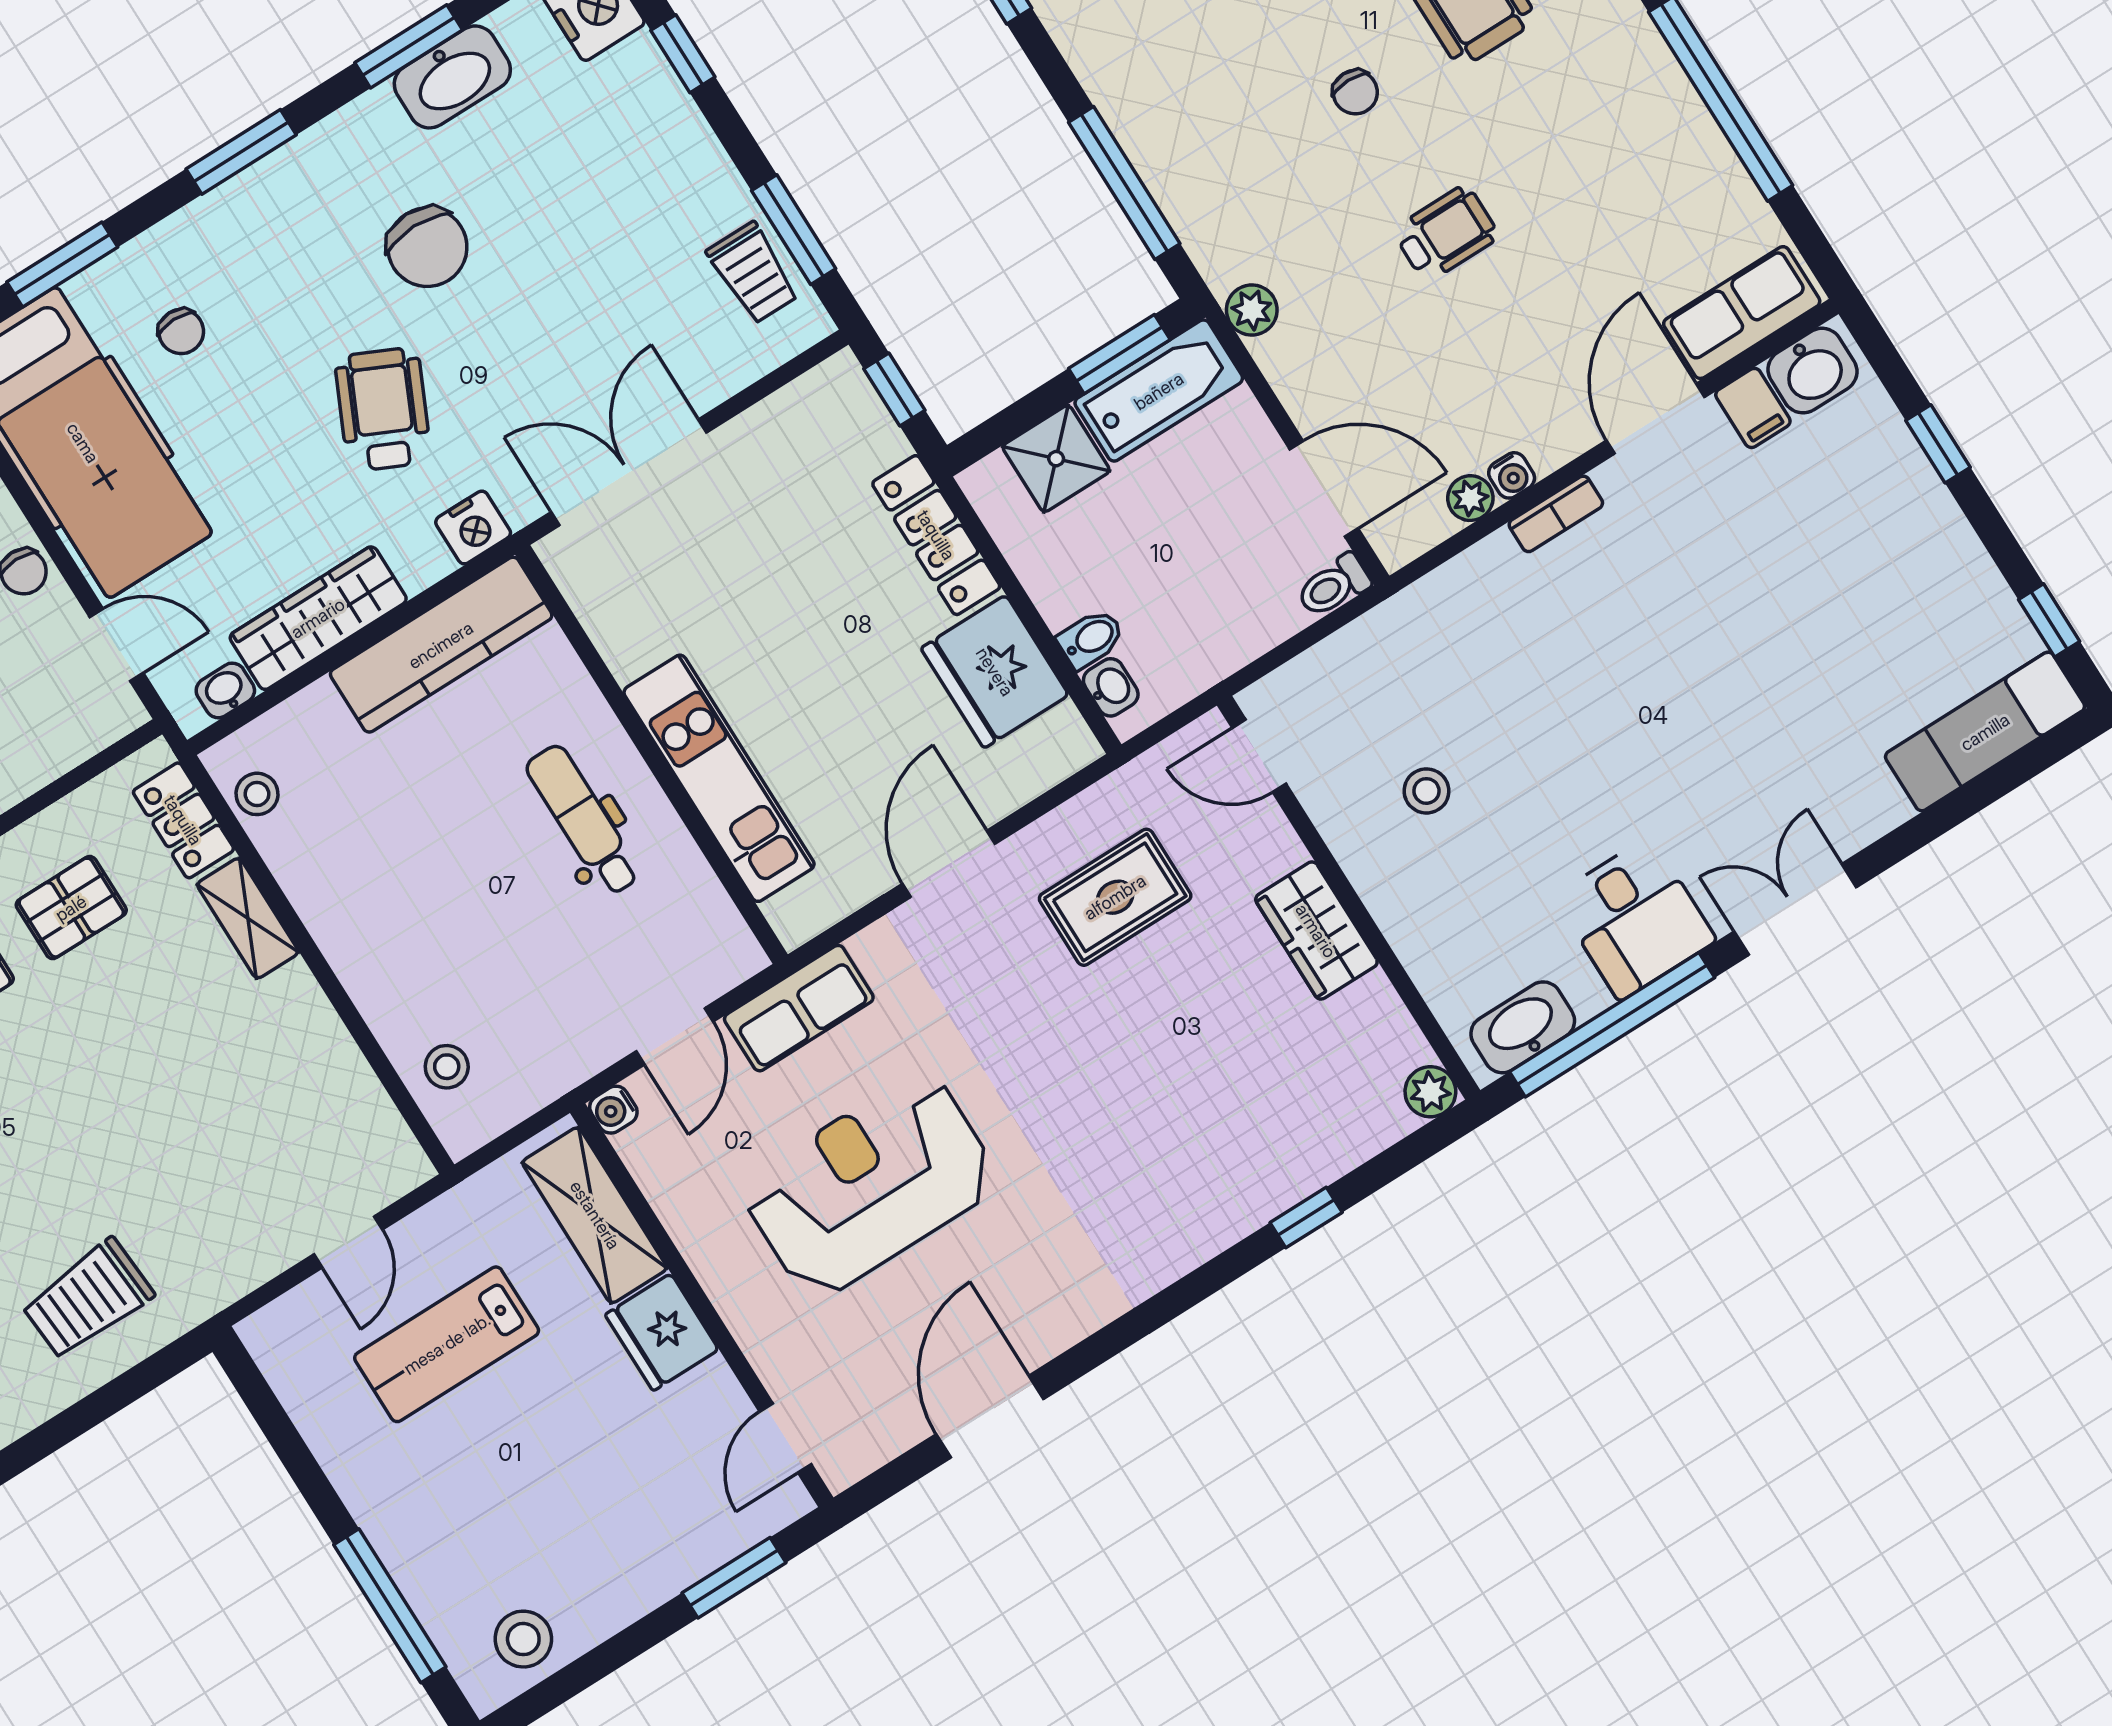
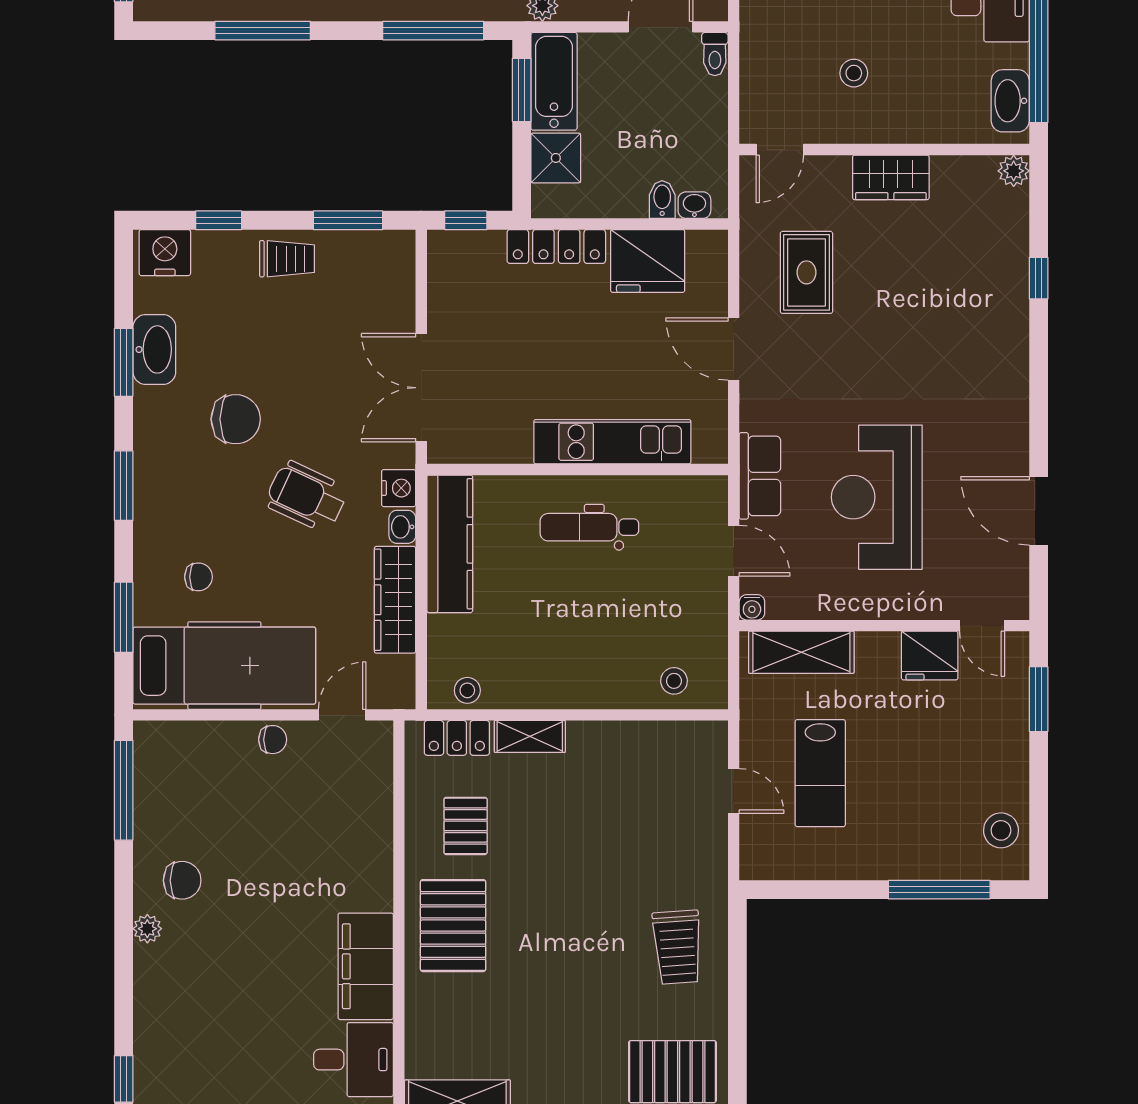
trolley: (753, 273) -> (287, 259), moved
washbasin: (225, 690) -> (402, 527), moved
fridge: (662, 1332) -> (930, 656), moved

